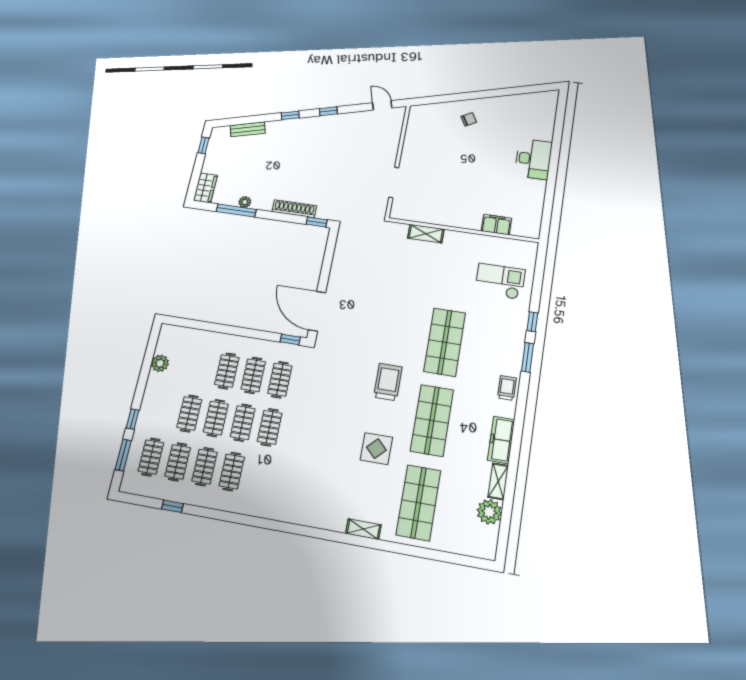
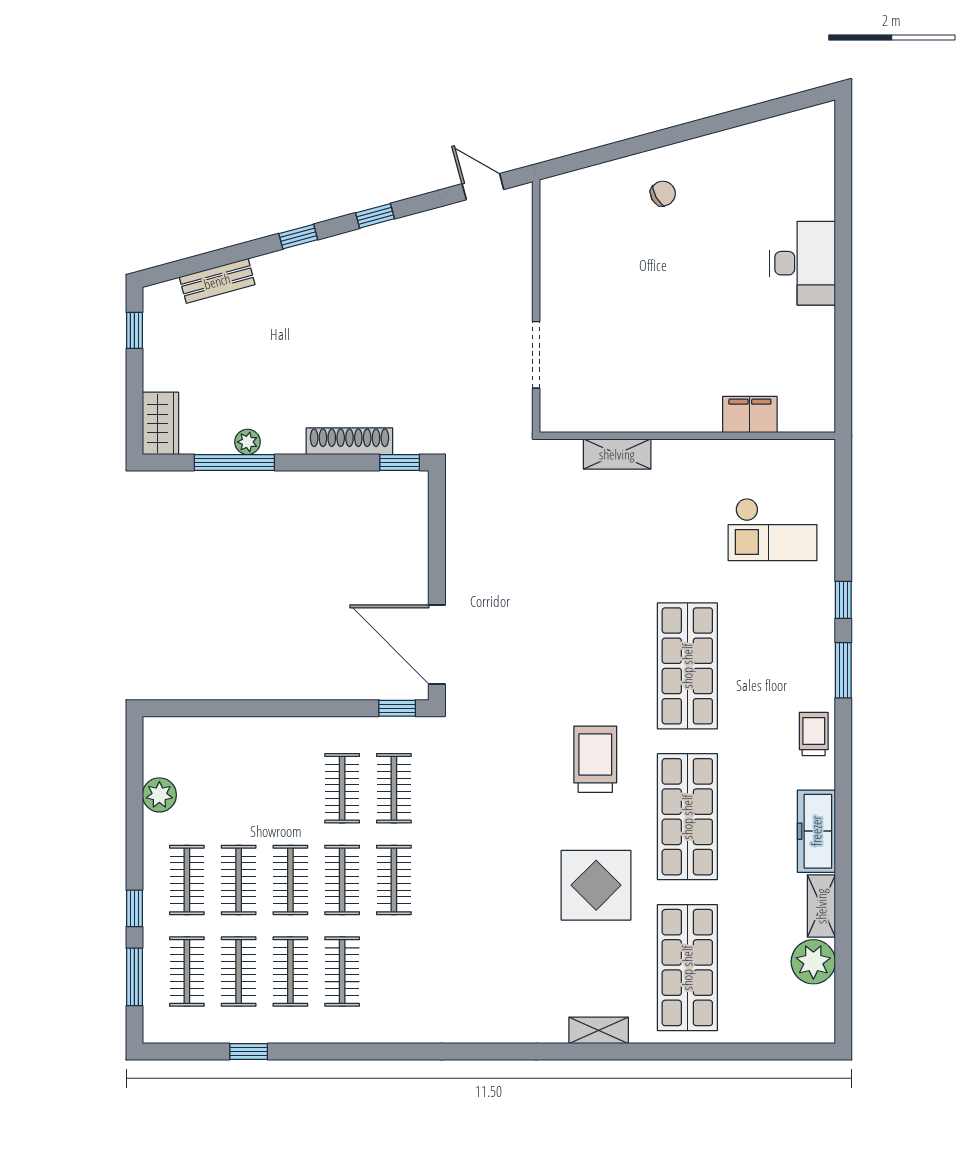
checkout: (500, 281) -> (773, 530), turned 180
clothes rail: (227, 371) -> (187, 880), moved
display table: (376, 449) -> (596, 885), width x1.36, depth x1.36

